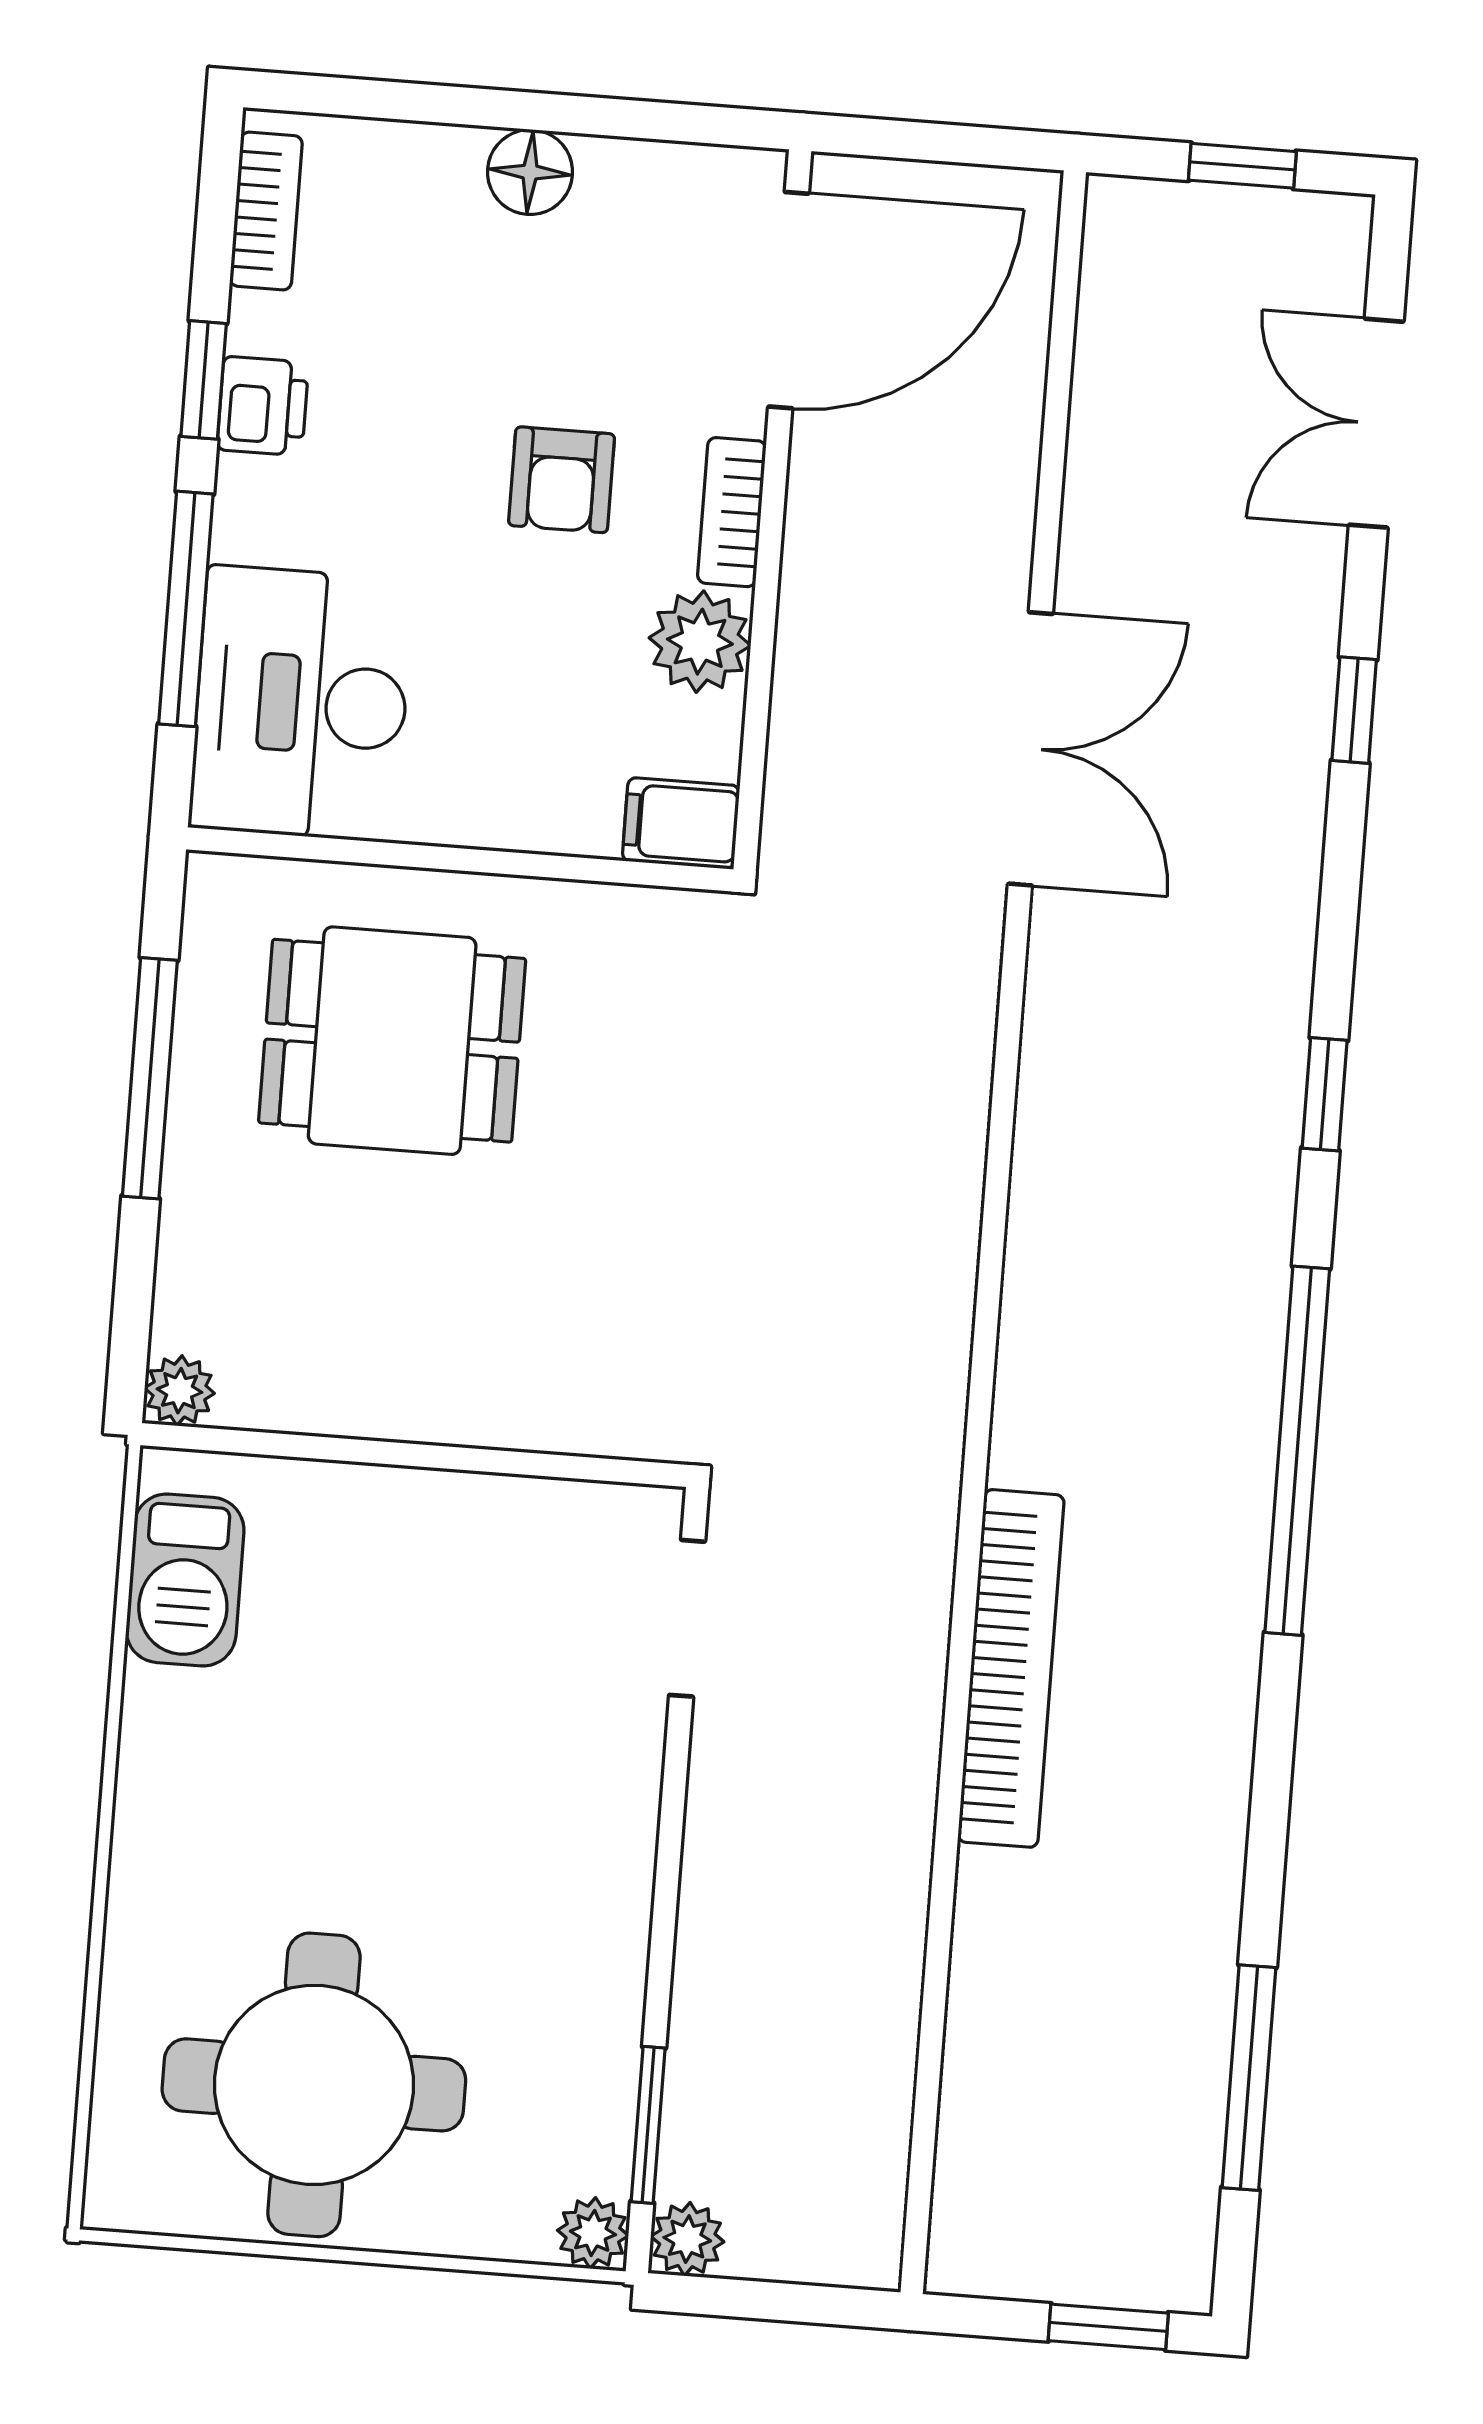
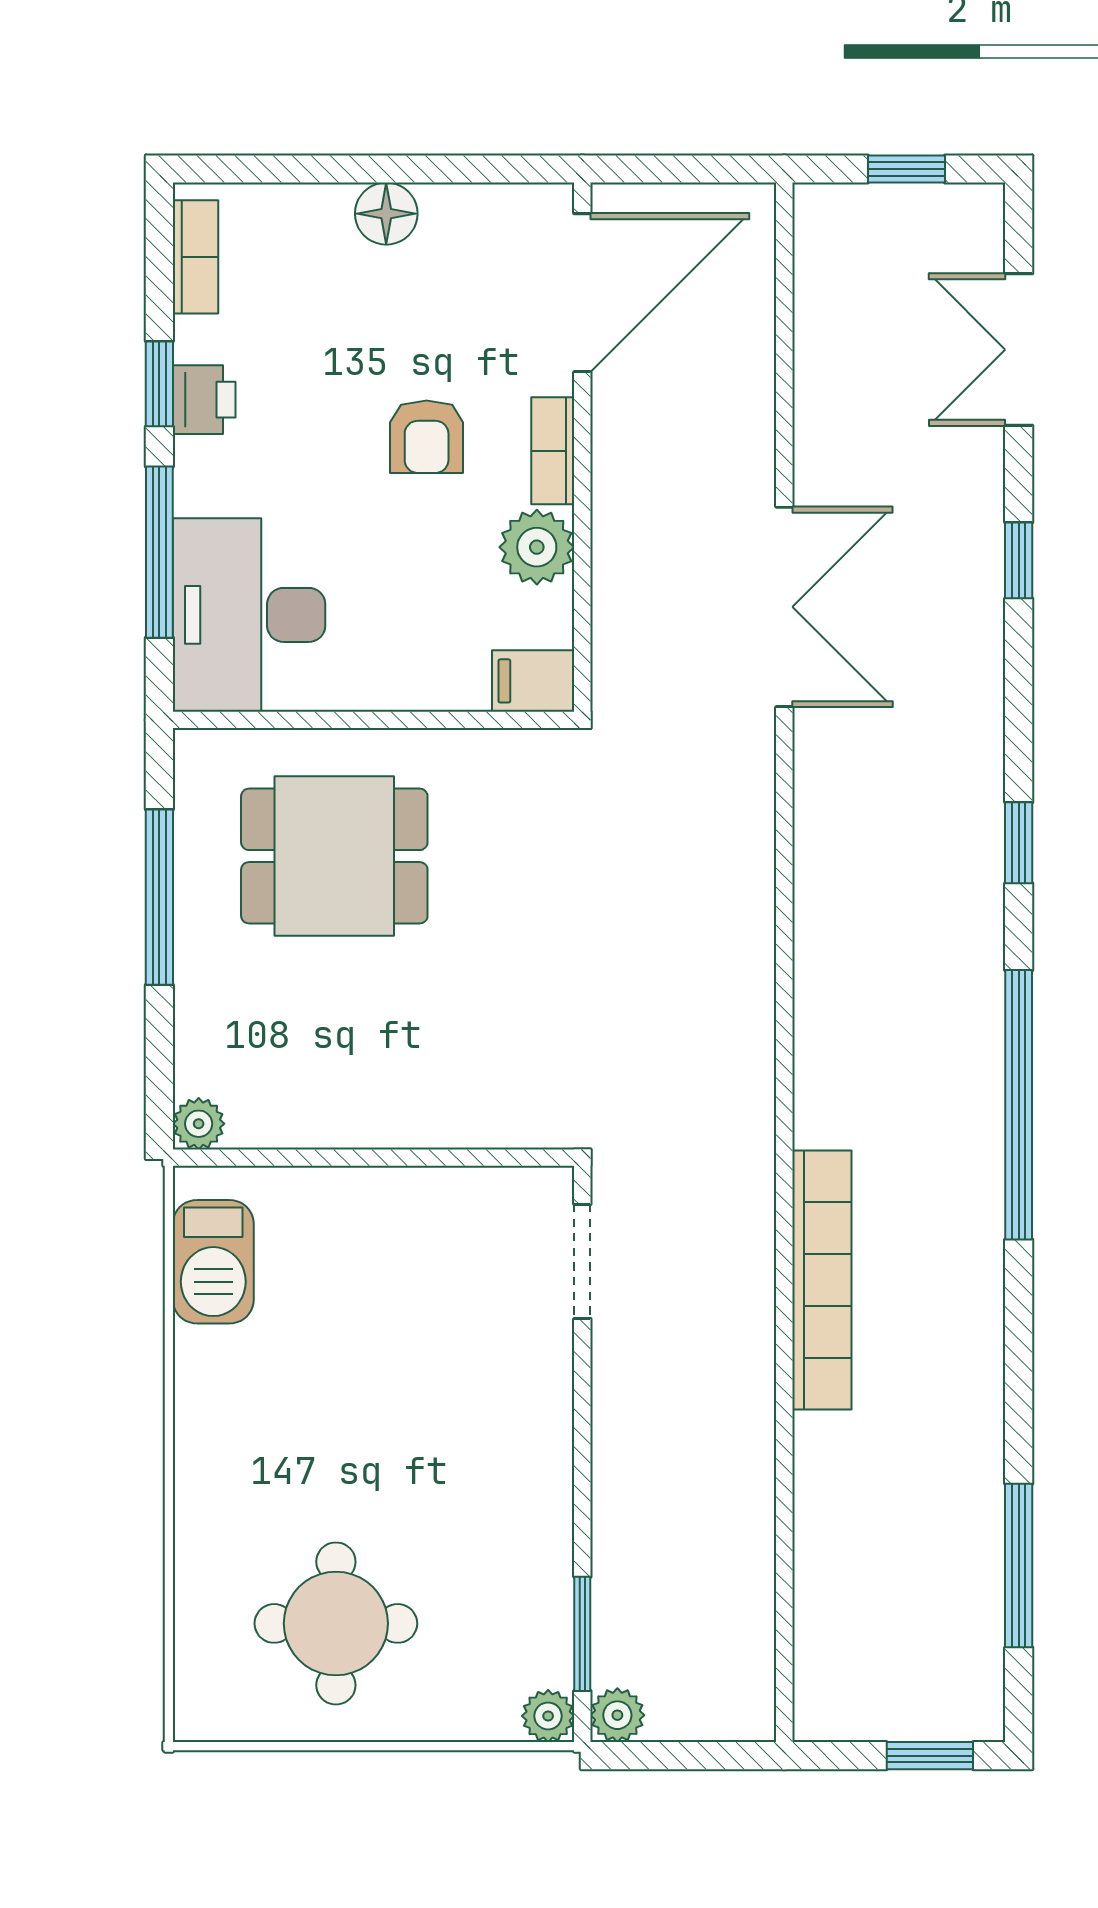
round table: (314, 2085) -> (336, 1623), width x0.73, depth x0.73

